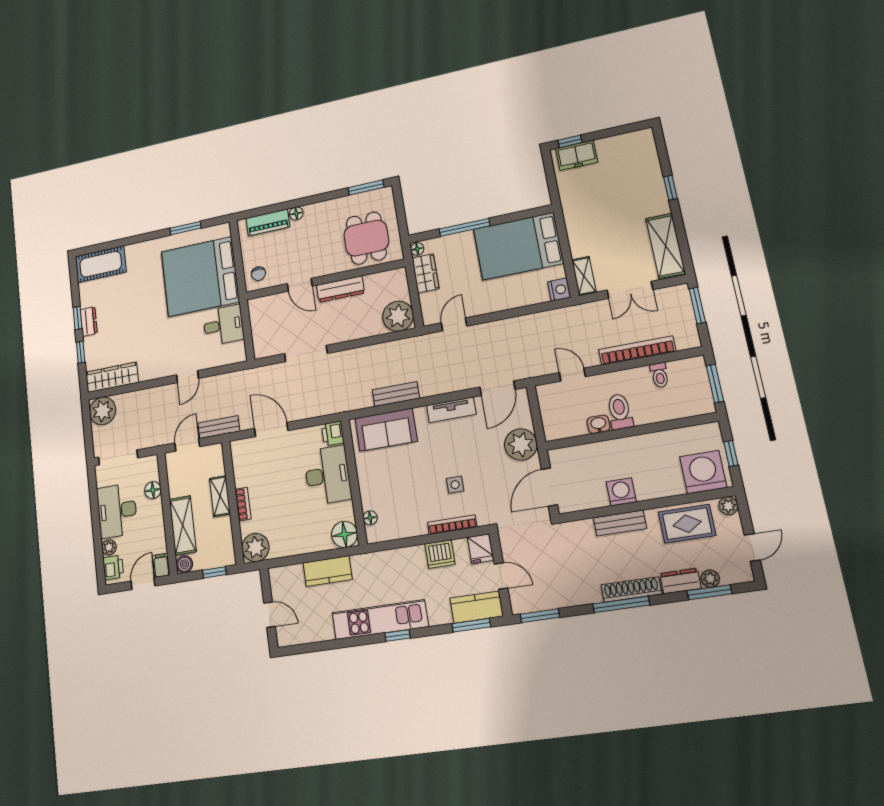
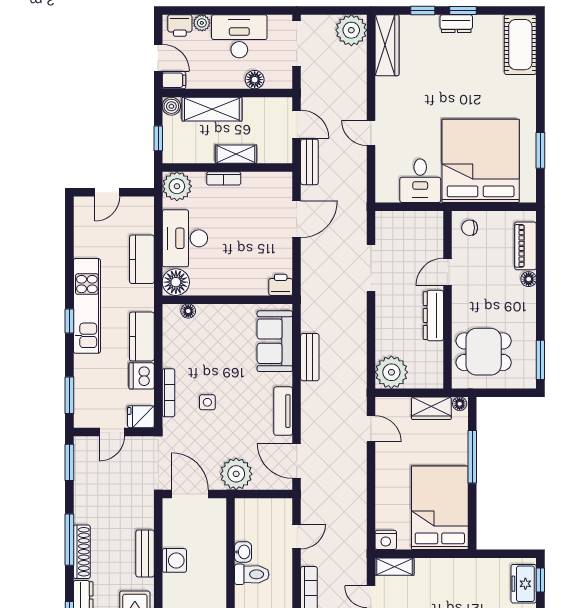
desk: (327, 475) -> (185, 238), moved, turned 90
kitchen counter: (477, 607) -> (142, 336), moved, turned 180

